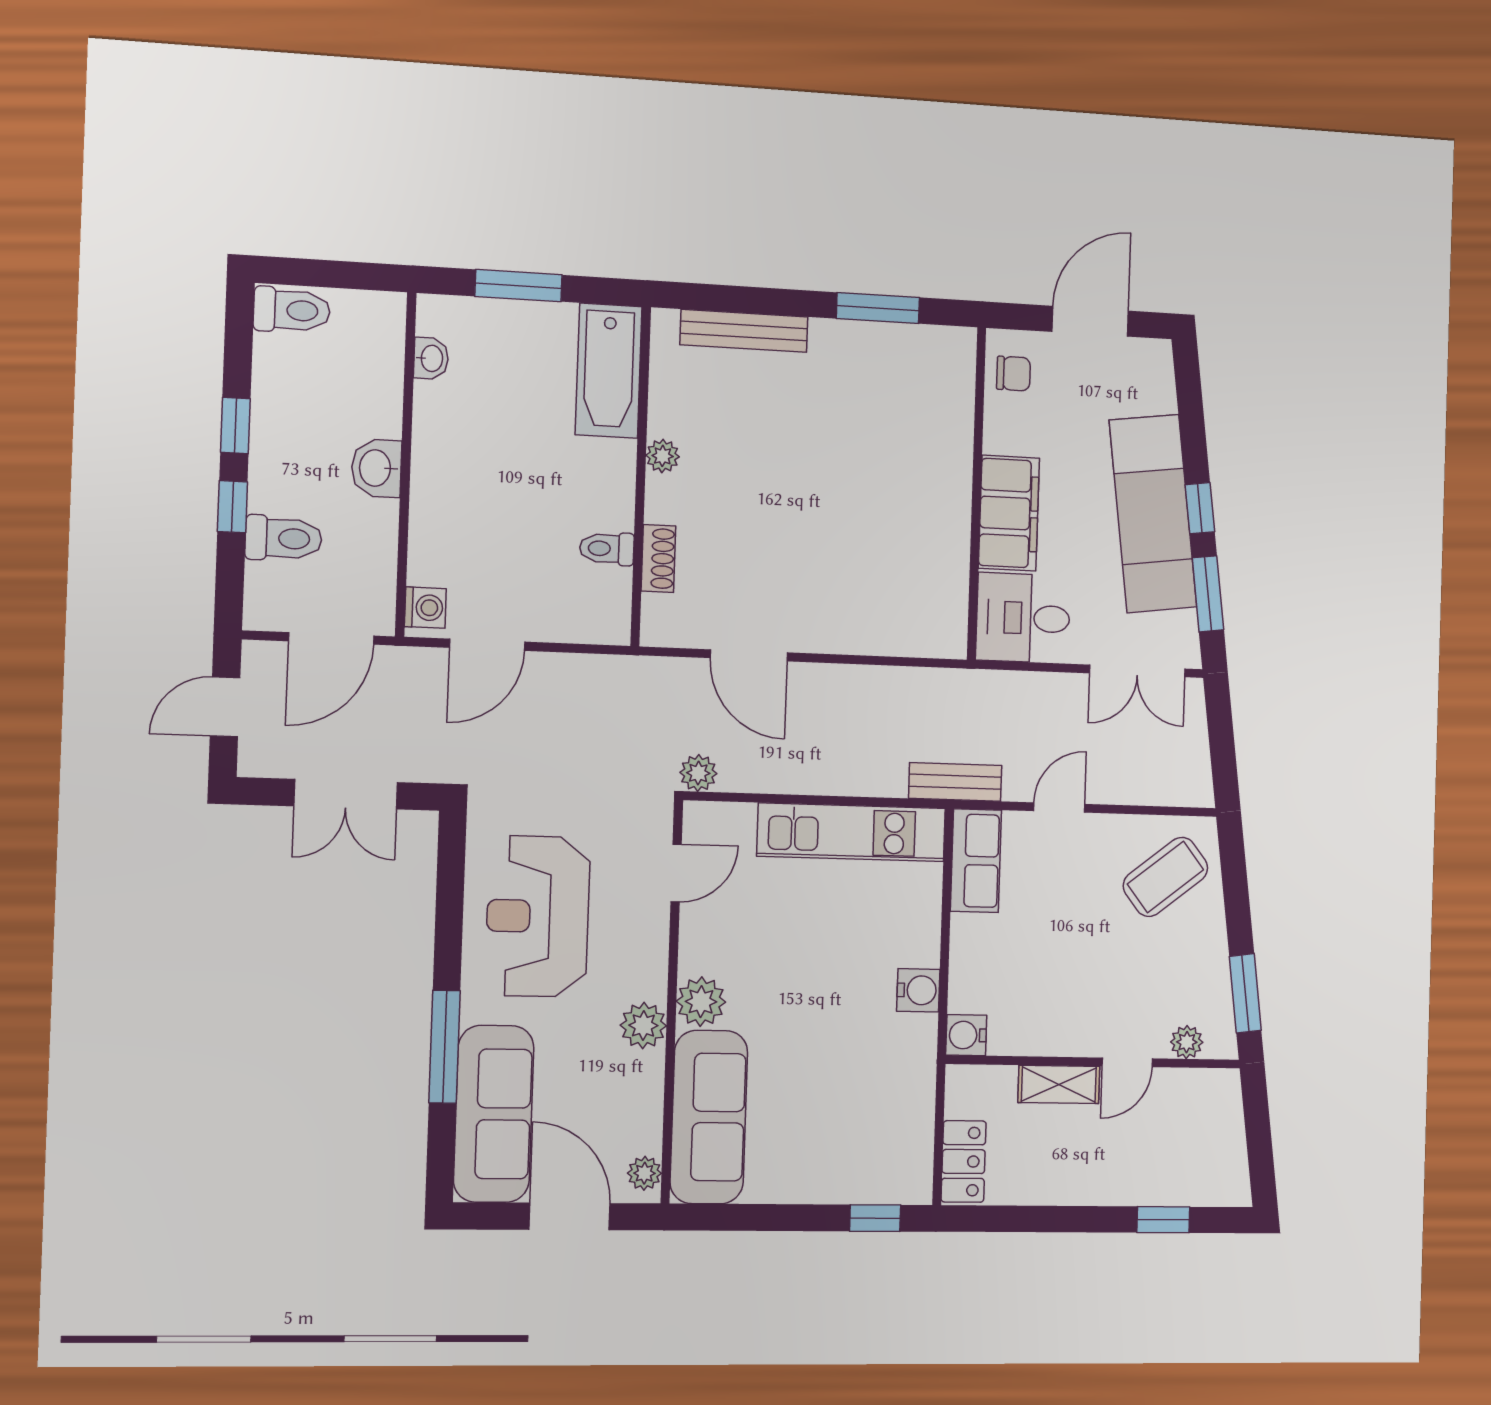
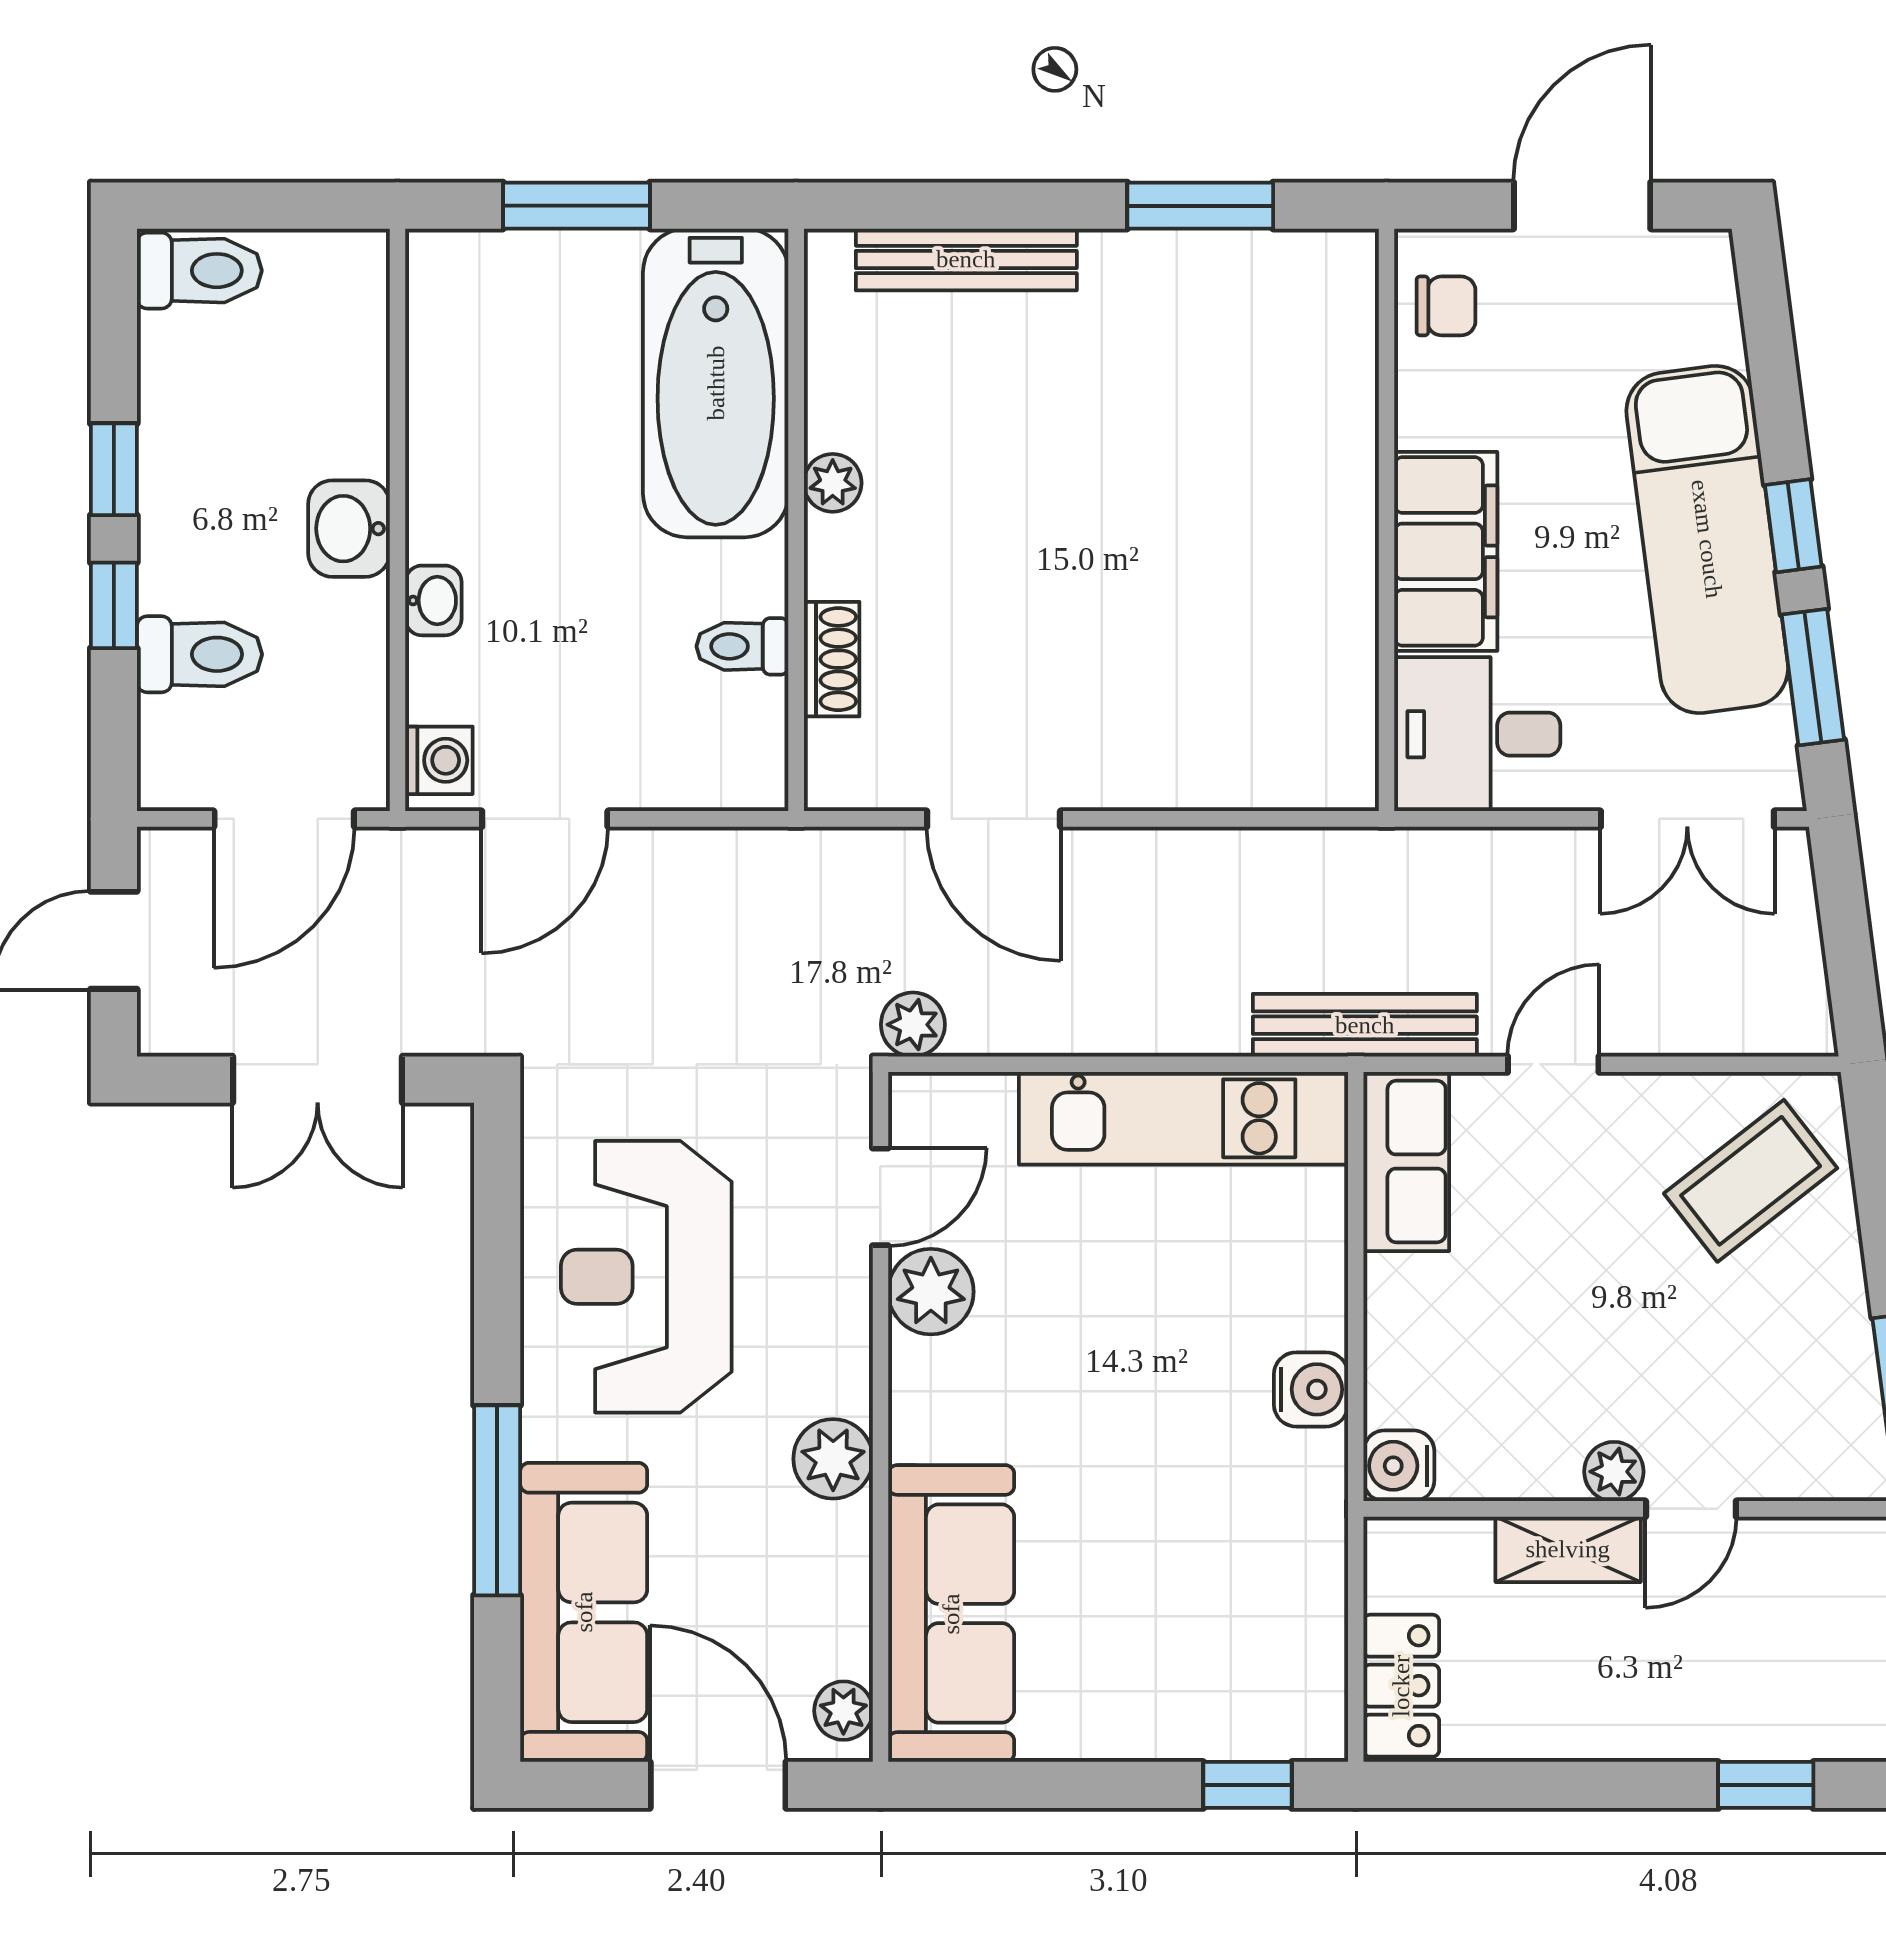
washbasin: (431, 358) -> (433, 600), moved
bathtub: (609, 371) -> (716, 383), width x1.36, depth x1.36
bench: (955, 782) -> (1365, 1025), width x1.36
plant: (701, 1002) -> (931, 1292), moved
plant: (1187, 1042) -> (1614, 1472), moved

